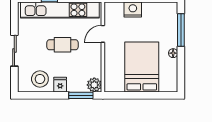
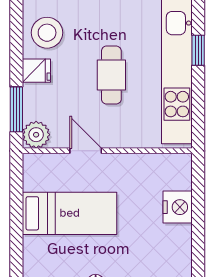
door: (103, 34) -> (86, 151), moved
bed: (142, 67) -> (70, 213), width x0.67

